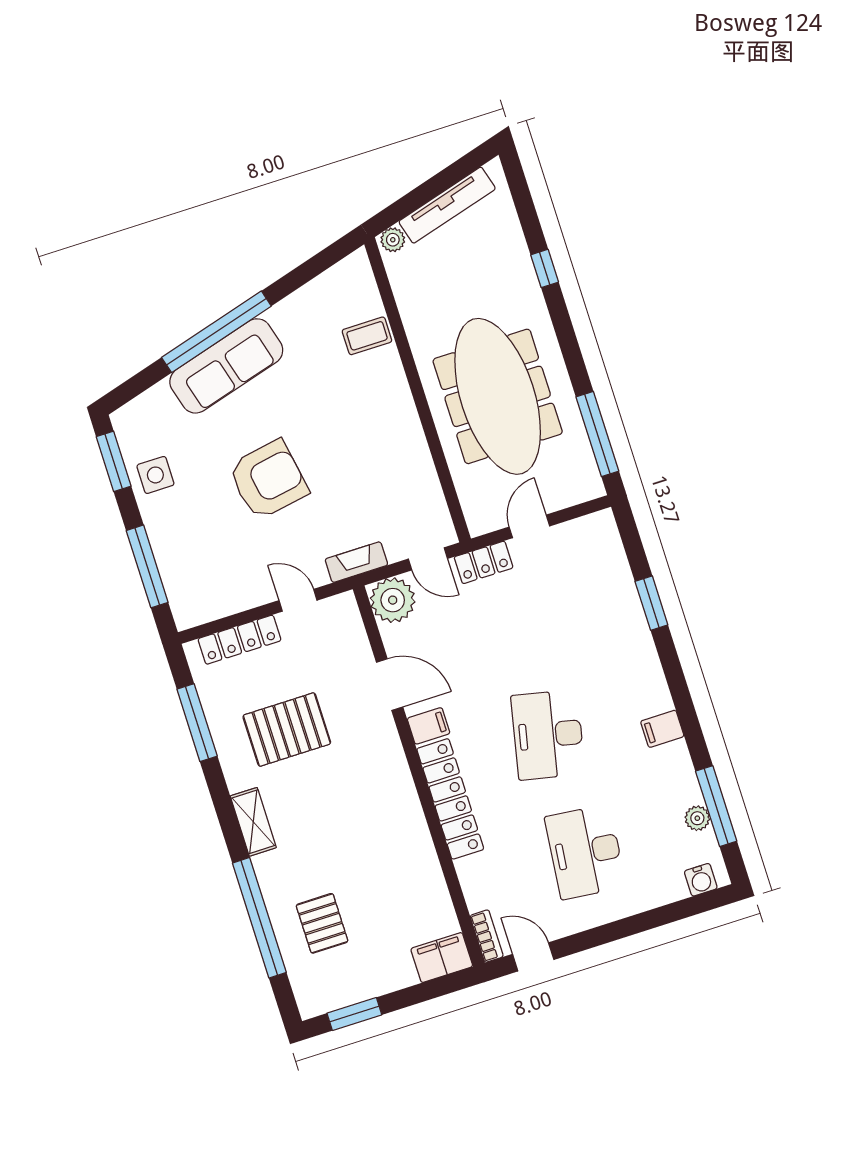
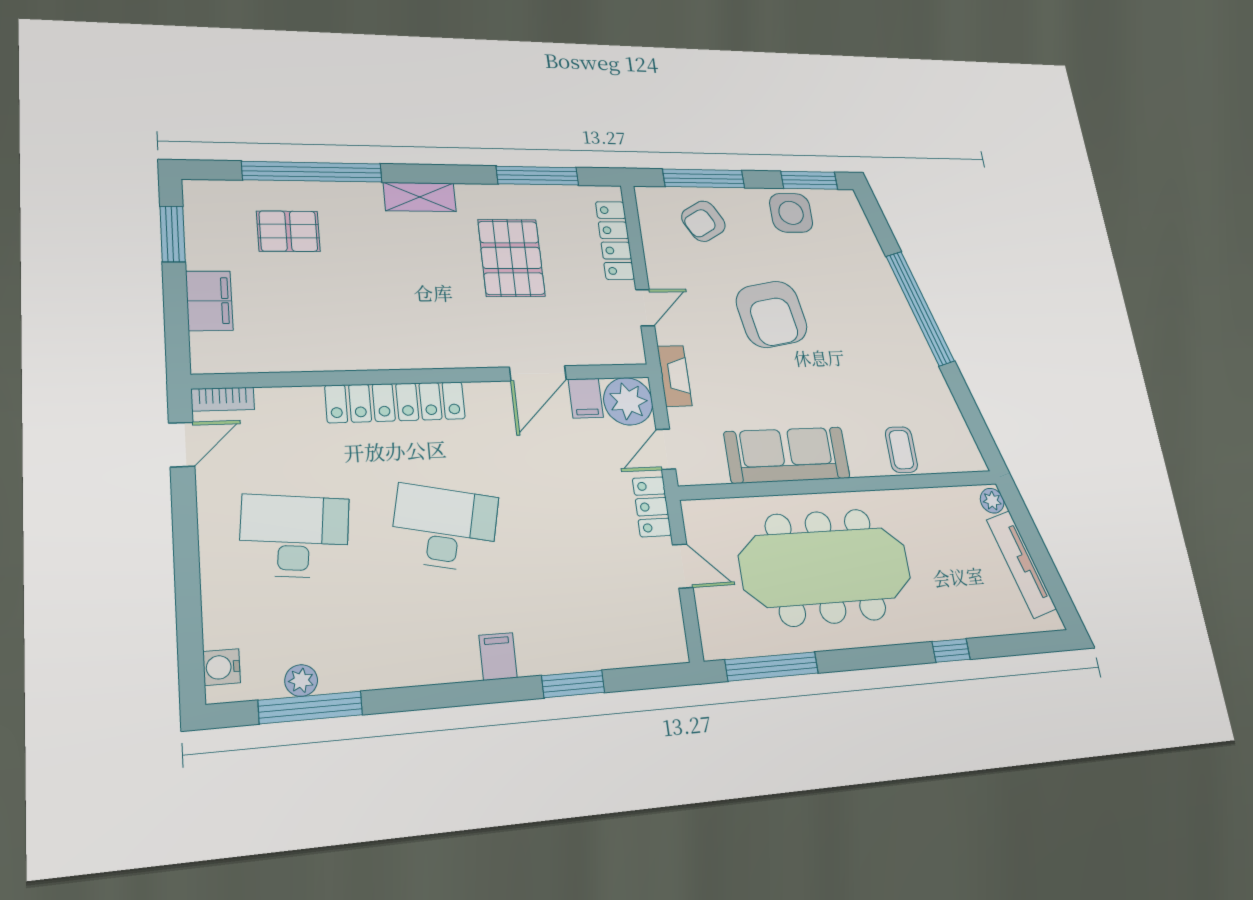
sofa: (226, 366) -> (787, 455), moved, turned 106
side table: (155, 475) -> (791, 213), width x1.37, depth x1.37
armchair: (193, 560) -> (703, 221), added
filing cabinet: (429, 726) -> (586, 398), moved
filing cabinet: (662, 729) -> (498, 656), moved
filing cabinet: (442, 958) -> (209, 301), moved

